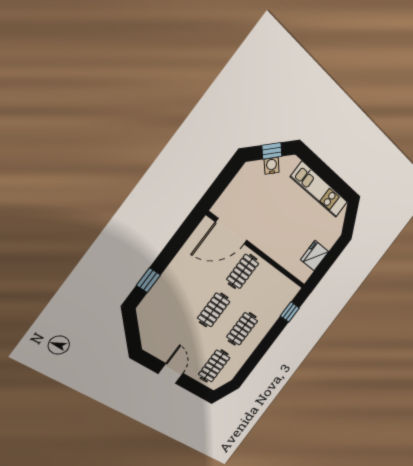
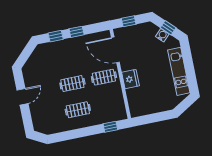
window: (220, 185) -> (129, 21), added
window: (169, 253) -> (77, 32), added
fridge: (315, 256) -> (131, 79), moved, turned 90
clothes rail: (214, 366) -> (46, 116), removed

